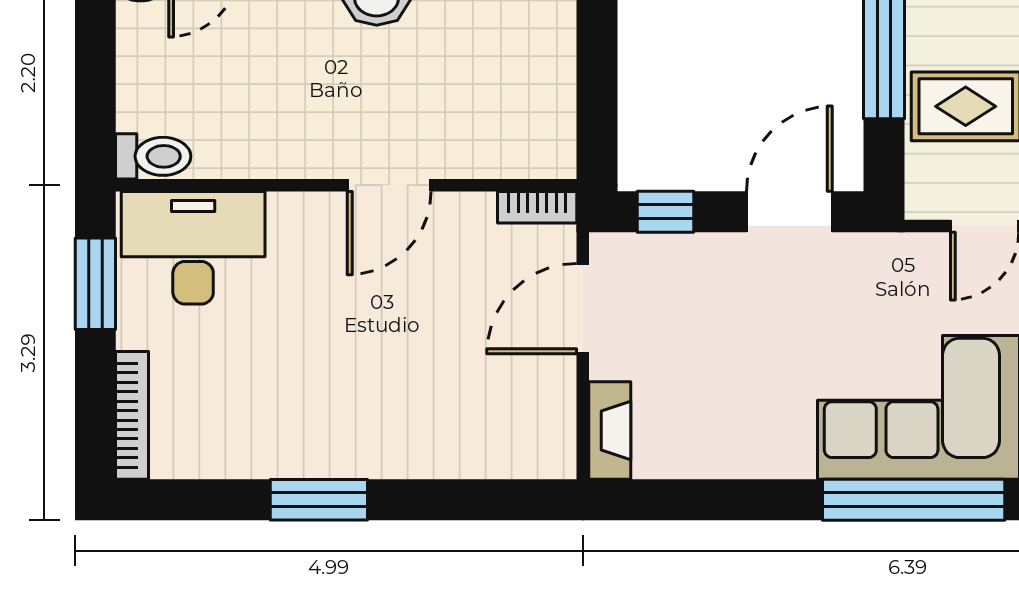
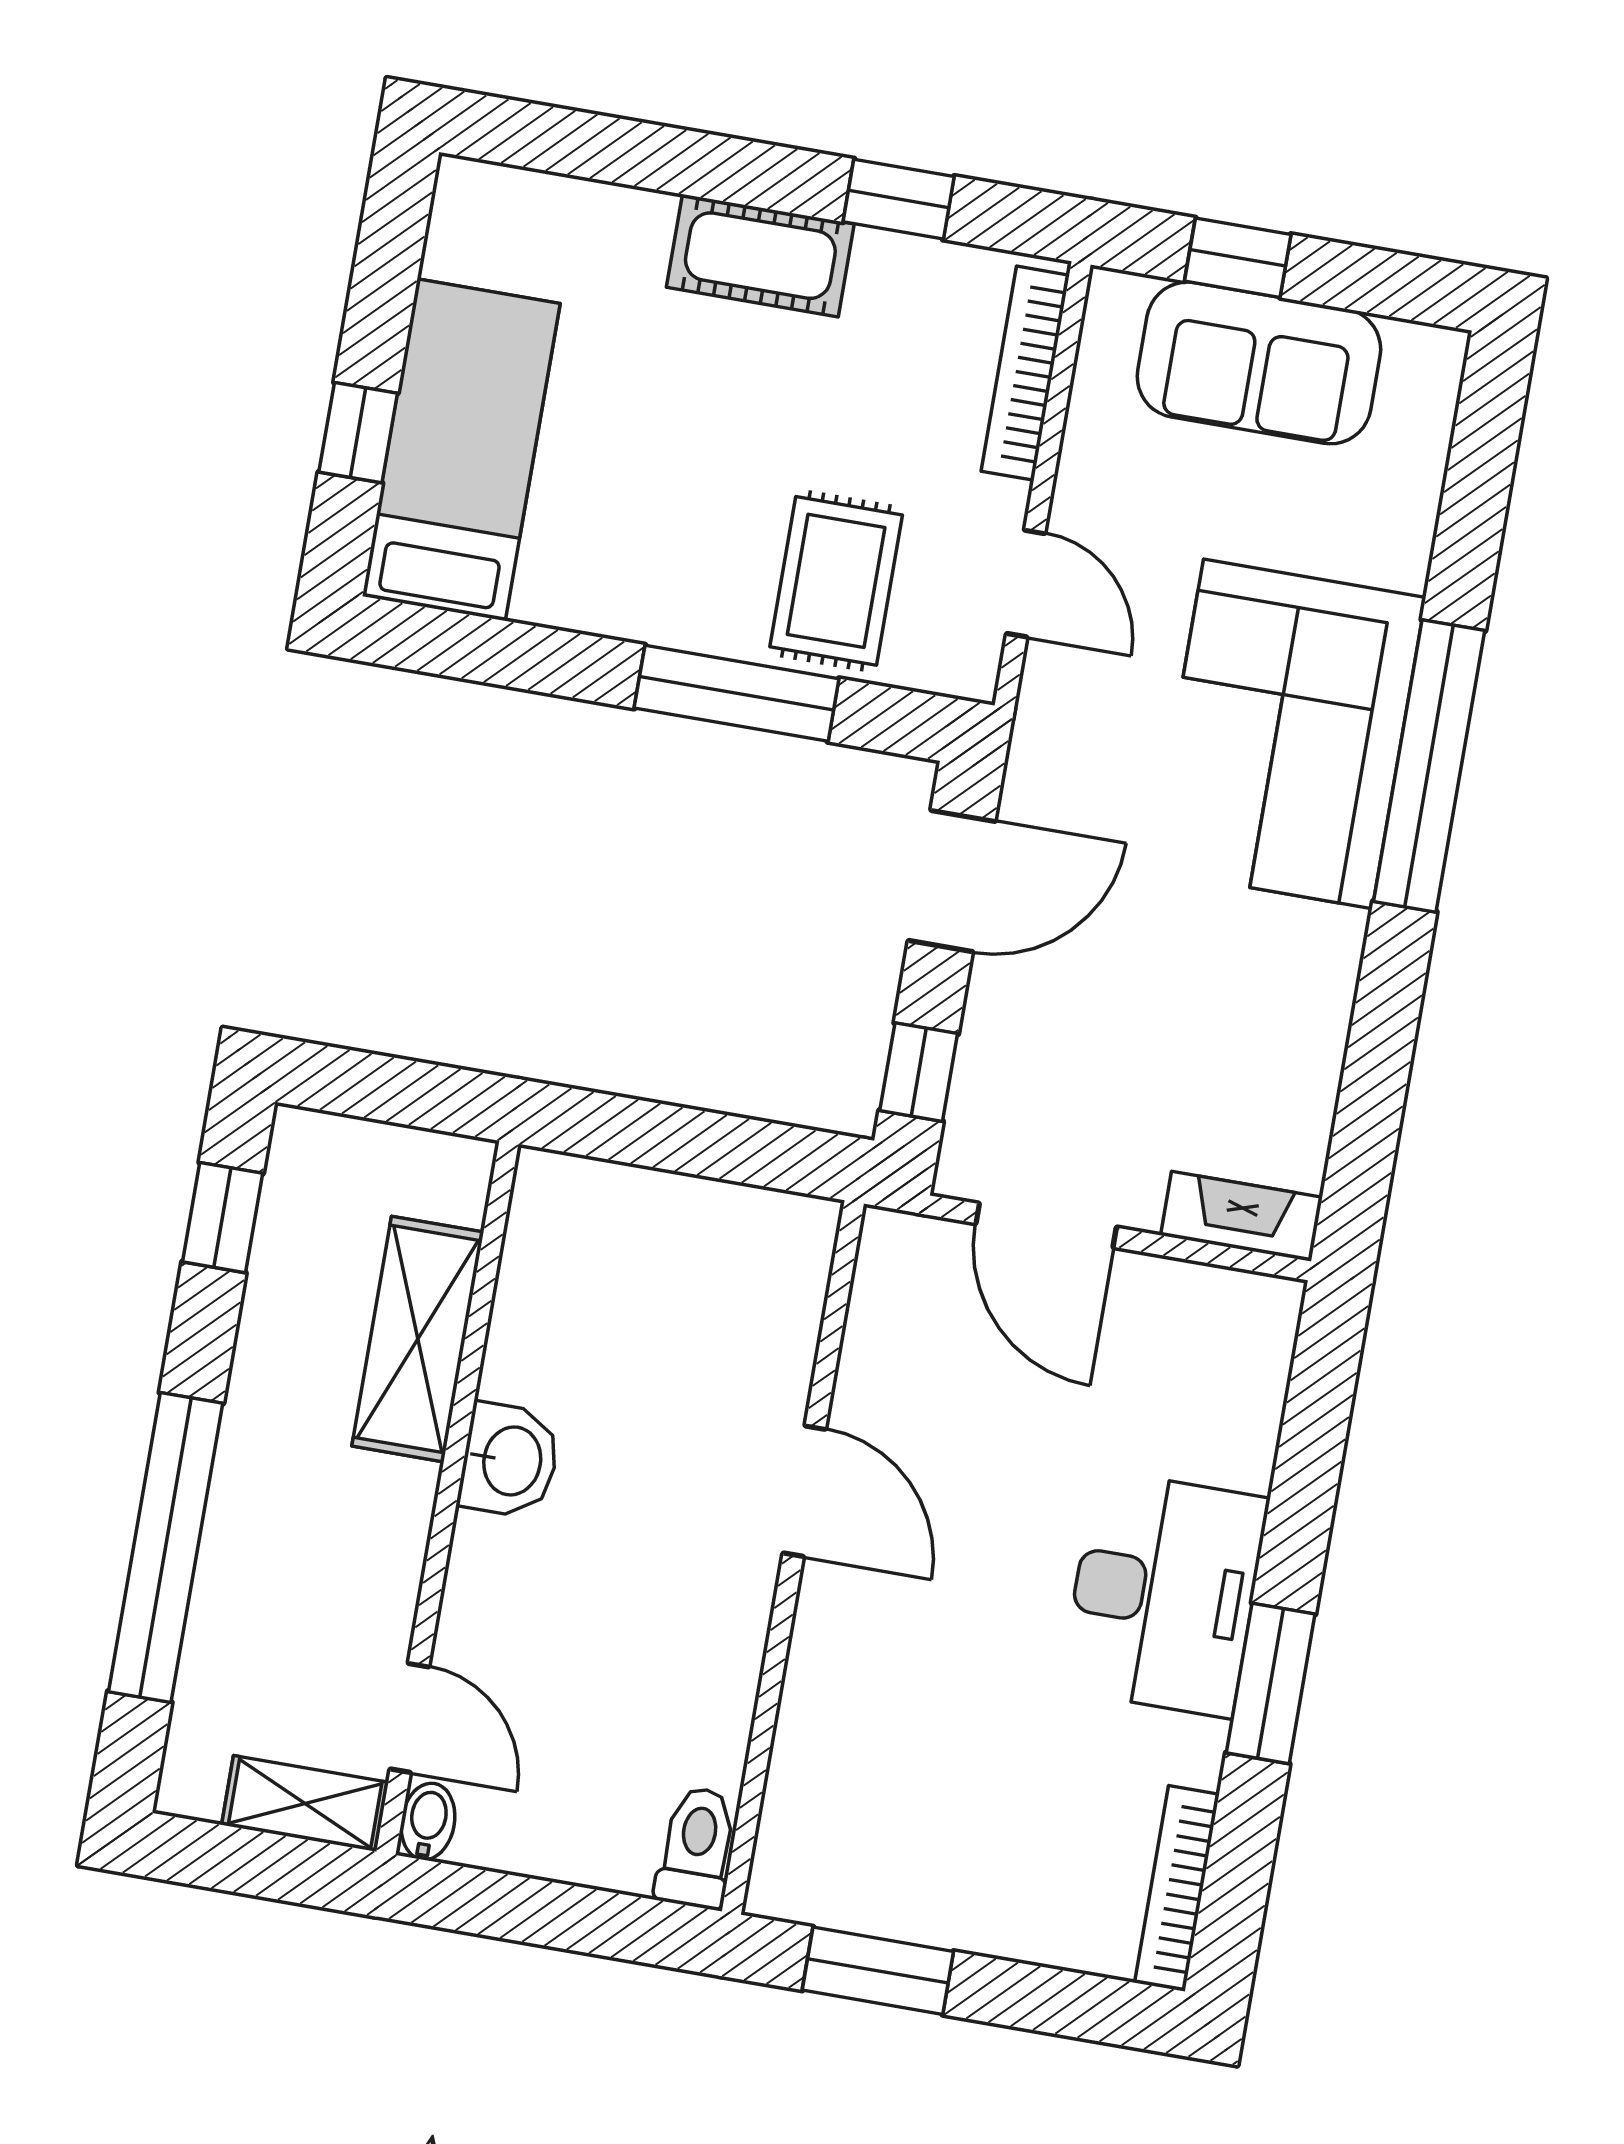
bookcase: (537, 207) -> (877, 1269), removed
door: (789, 212) -> (952, 881), swing flipped
desk: (193, 248) -> (1164, 1594), moved, turned 180
bookcase: (132, 415) -> (1177, 1888), moved, turned -90

